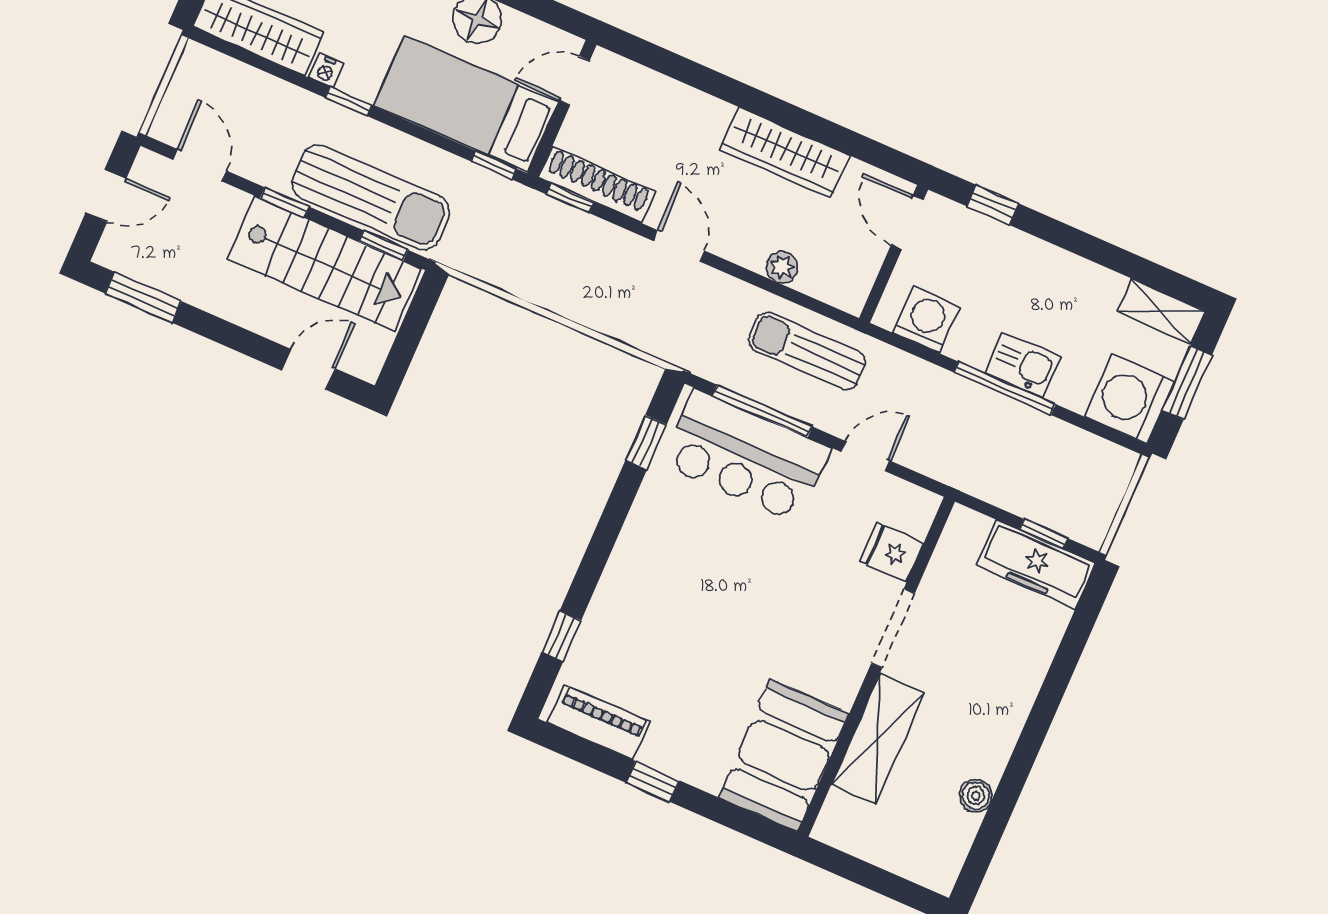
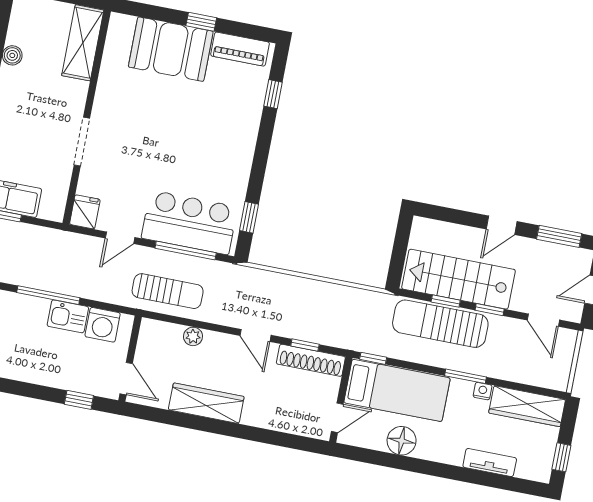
window: (348, 102) -> (466, 376), width x1.50
window: (570, 198) -> (305, 345), moved
window: (383, 246) -> (446, 301), moved
kitchen sink: (1023, 365) -> (68, 316), moved
door: (308, 369) -> (502, 225), moved
fridge: (892, 552) -> (85, 212), moved, turned -90
shelving: (878, 739) -> (83, 43), moved
booth: (784, 755) -> (171, 49), moved, turned 90

